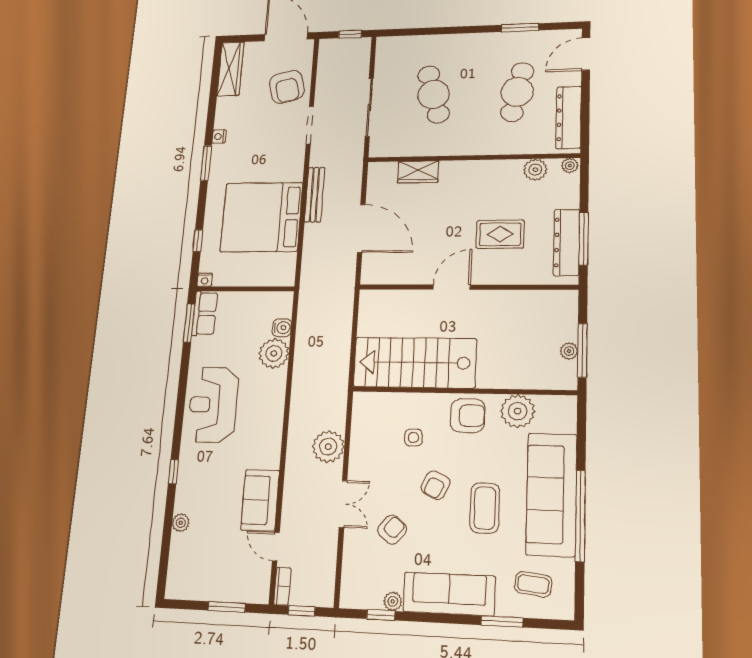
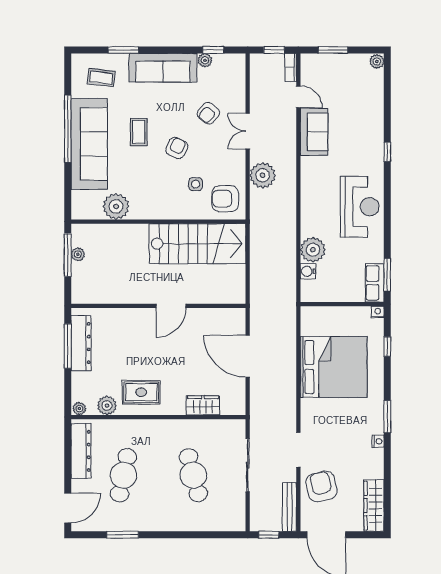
bench: (315, 195) -> (289, 507), moved
rug: (500, 234) -> (141, 392), moved
armchair: (468, 416) -> (225, 199), moved
coffee table: (485, 508) -> (139, 132), width x0.73, depth x0.77
plant: (181, 523) -> (377, 61), moved

